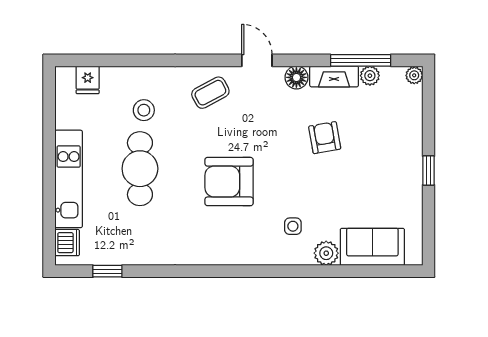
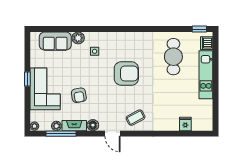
fridge: (88, 80) -> (185, 124), moved
stool: (144, 110) -> (169, 109), removed
corner sofa: (392, 150) -> (45, 89), added
cafe table: (140, 169) -> (173, 57), moved
window: (107, 271) -> (199, 29), moved

